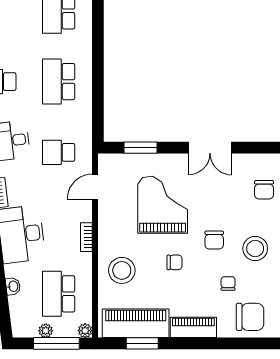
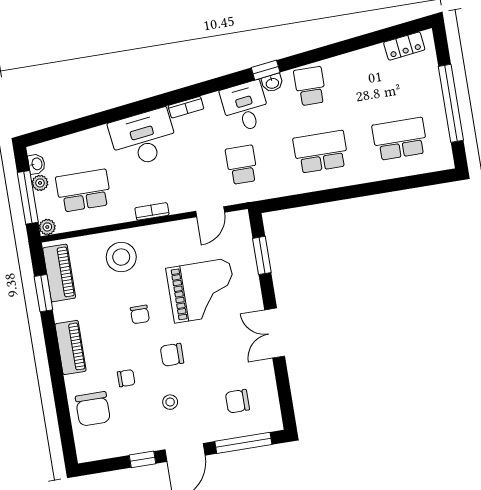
door: (95, 187) -> (210, 212), swing flipped
stool: (255, 249) -> (170, 402), width x0.53, depth x0.53
washbasin: (13, 286) -> (37, 164), moved, turned -83
piano: (136, 323) -> (59, 273), width x0.73, depth x0.75

